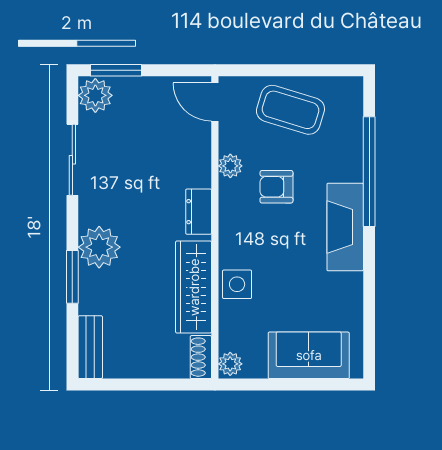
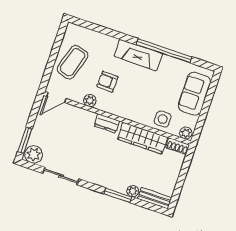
window: (369, 172) -> (164, 51), moved
armchair: (276, 187) -> (108, 82), turned 92
plant: (99, 247) -> (133, 191), moved, width x0.53, depth x0.53
side table: (237, 284) -> (163, 119), moved

